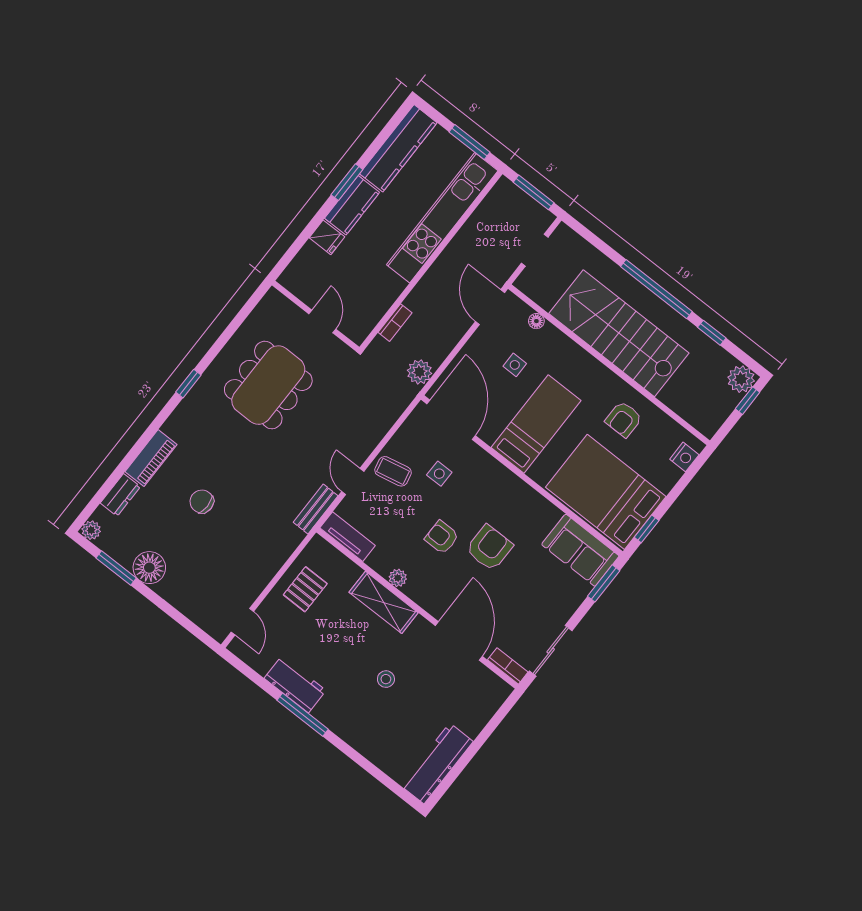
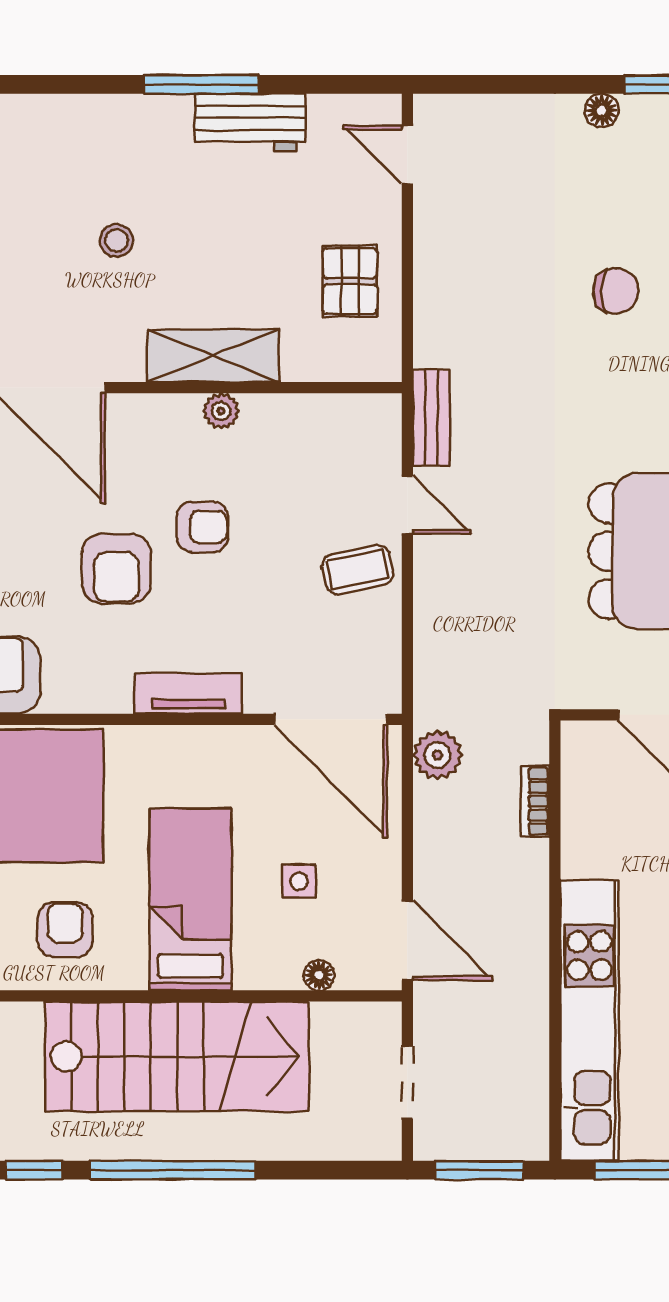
bed: (536, 424) -> (190, 899), moved, turned 180
side table: (439, 474) -> (283, 622), removed
tv unit: (348, 537) -> (188, 694), moved, turned 180
floor lamp: (149, 568) -> (602, 110), width x0.53, depth x0.53

